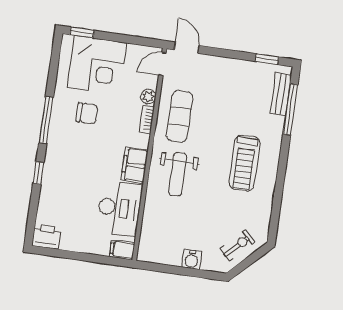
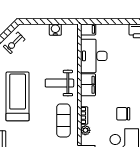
treadmill: (244, 163) -> (18, 96), width x1.37, depth x1.38
weight bench: (178, 174) -> (59, 83), turned -90
water cooler: (192, 260) -> (55, 30), moved

